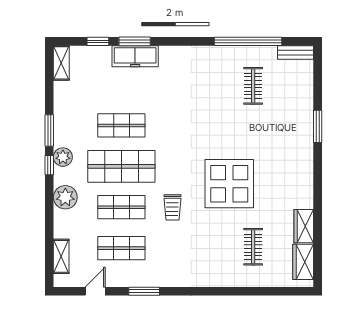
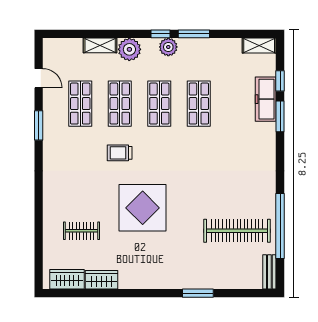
freezer: (135, 56) -> (266, 99), moved
clothes rail: (253, 86) -> (237, 231), width x1.86, depth x1.31
shop shelf: (121, 166) -> (159, 104), width x0.70, depth x0.74
shelving: (61, 256) -> (100, 45), moved

